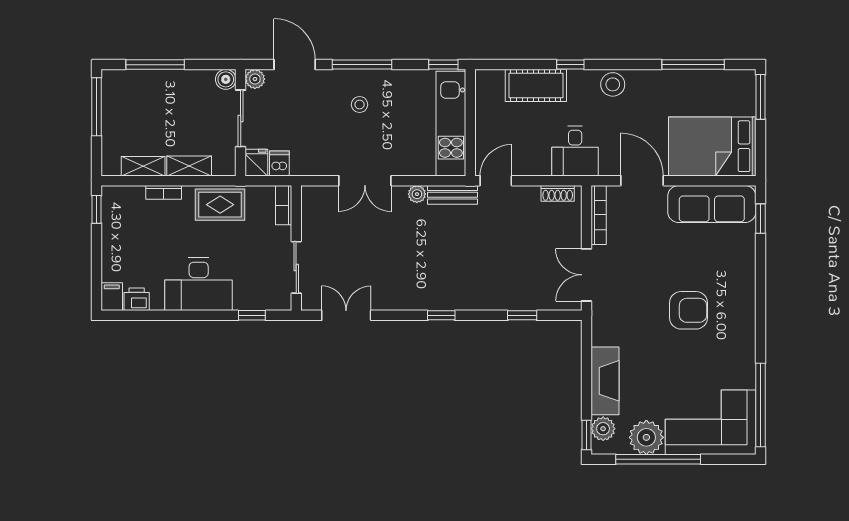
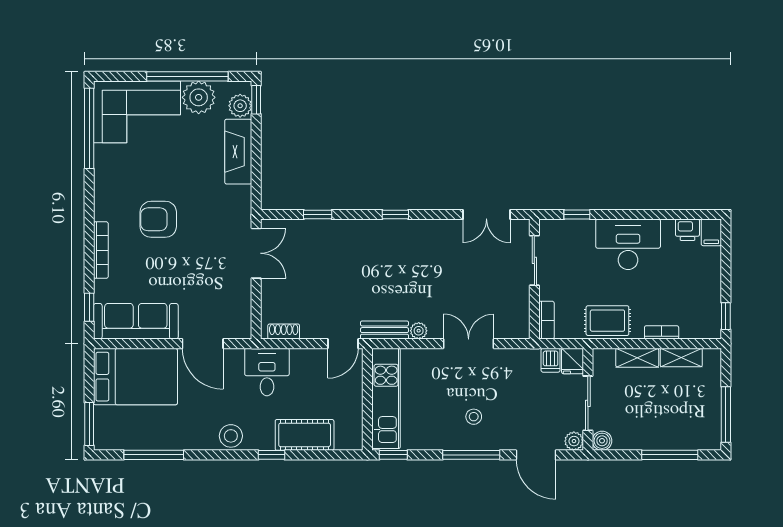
bookcase: (599, 215) -> (101, 250), moved, turned 180

